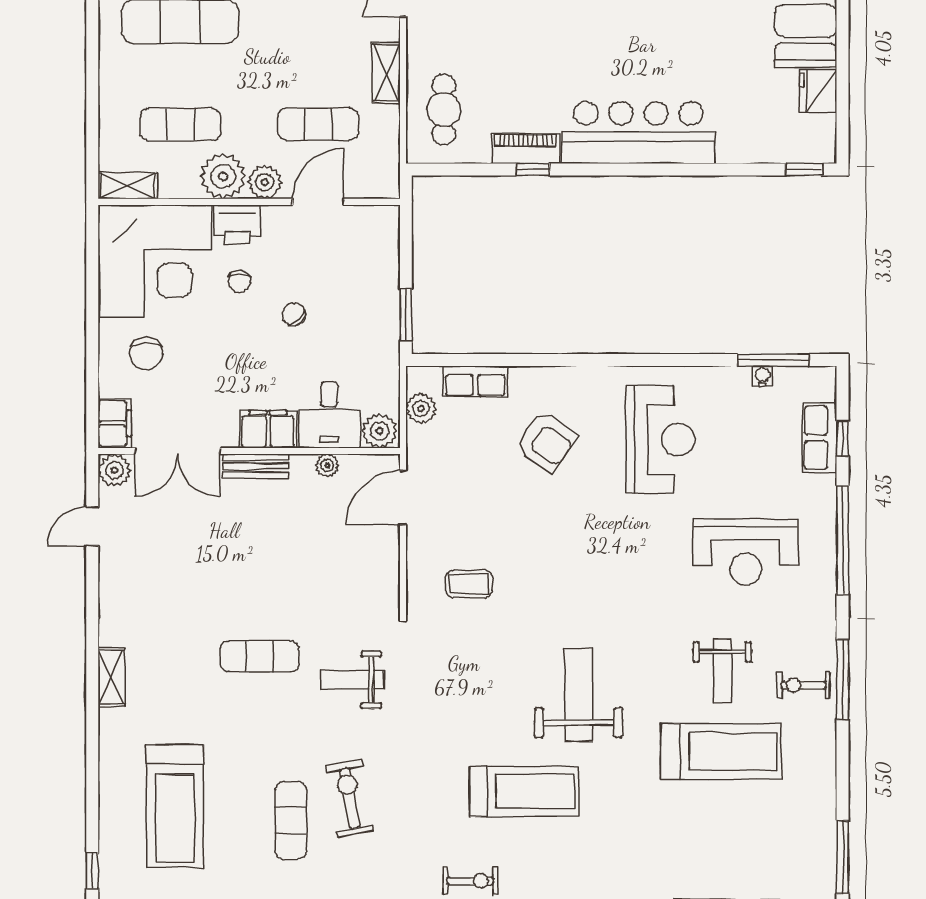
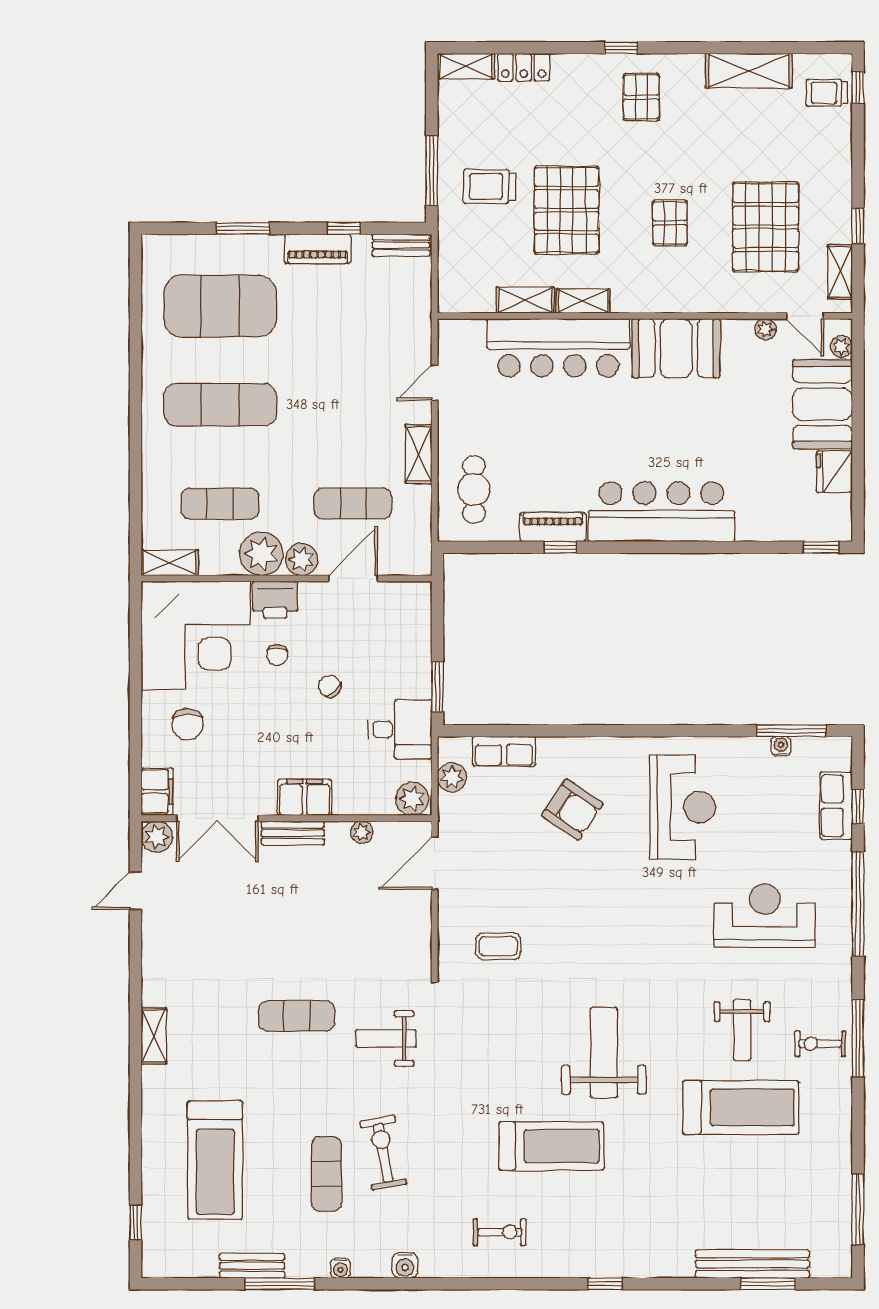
desk: (329, 415) -> (400, 729), moved, turned -90
reception desk: (746, 552) -> (765, 916), turned 180

